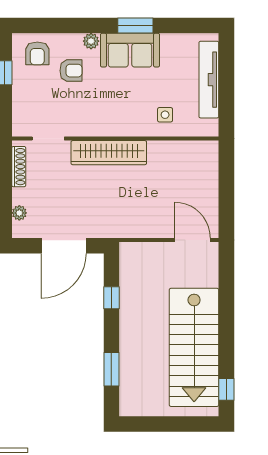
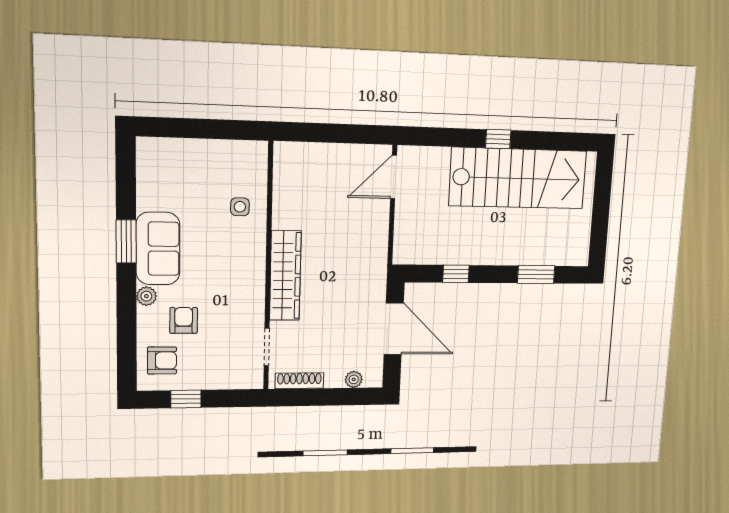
tv unit: (209, 80) -> (196, 151), removed
window: (226, 389) -> (498, 139), moved

